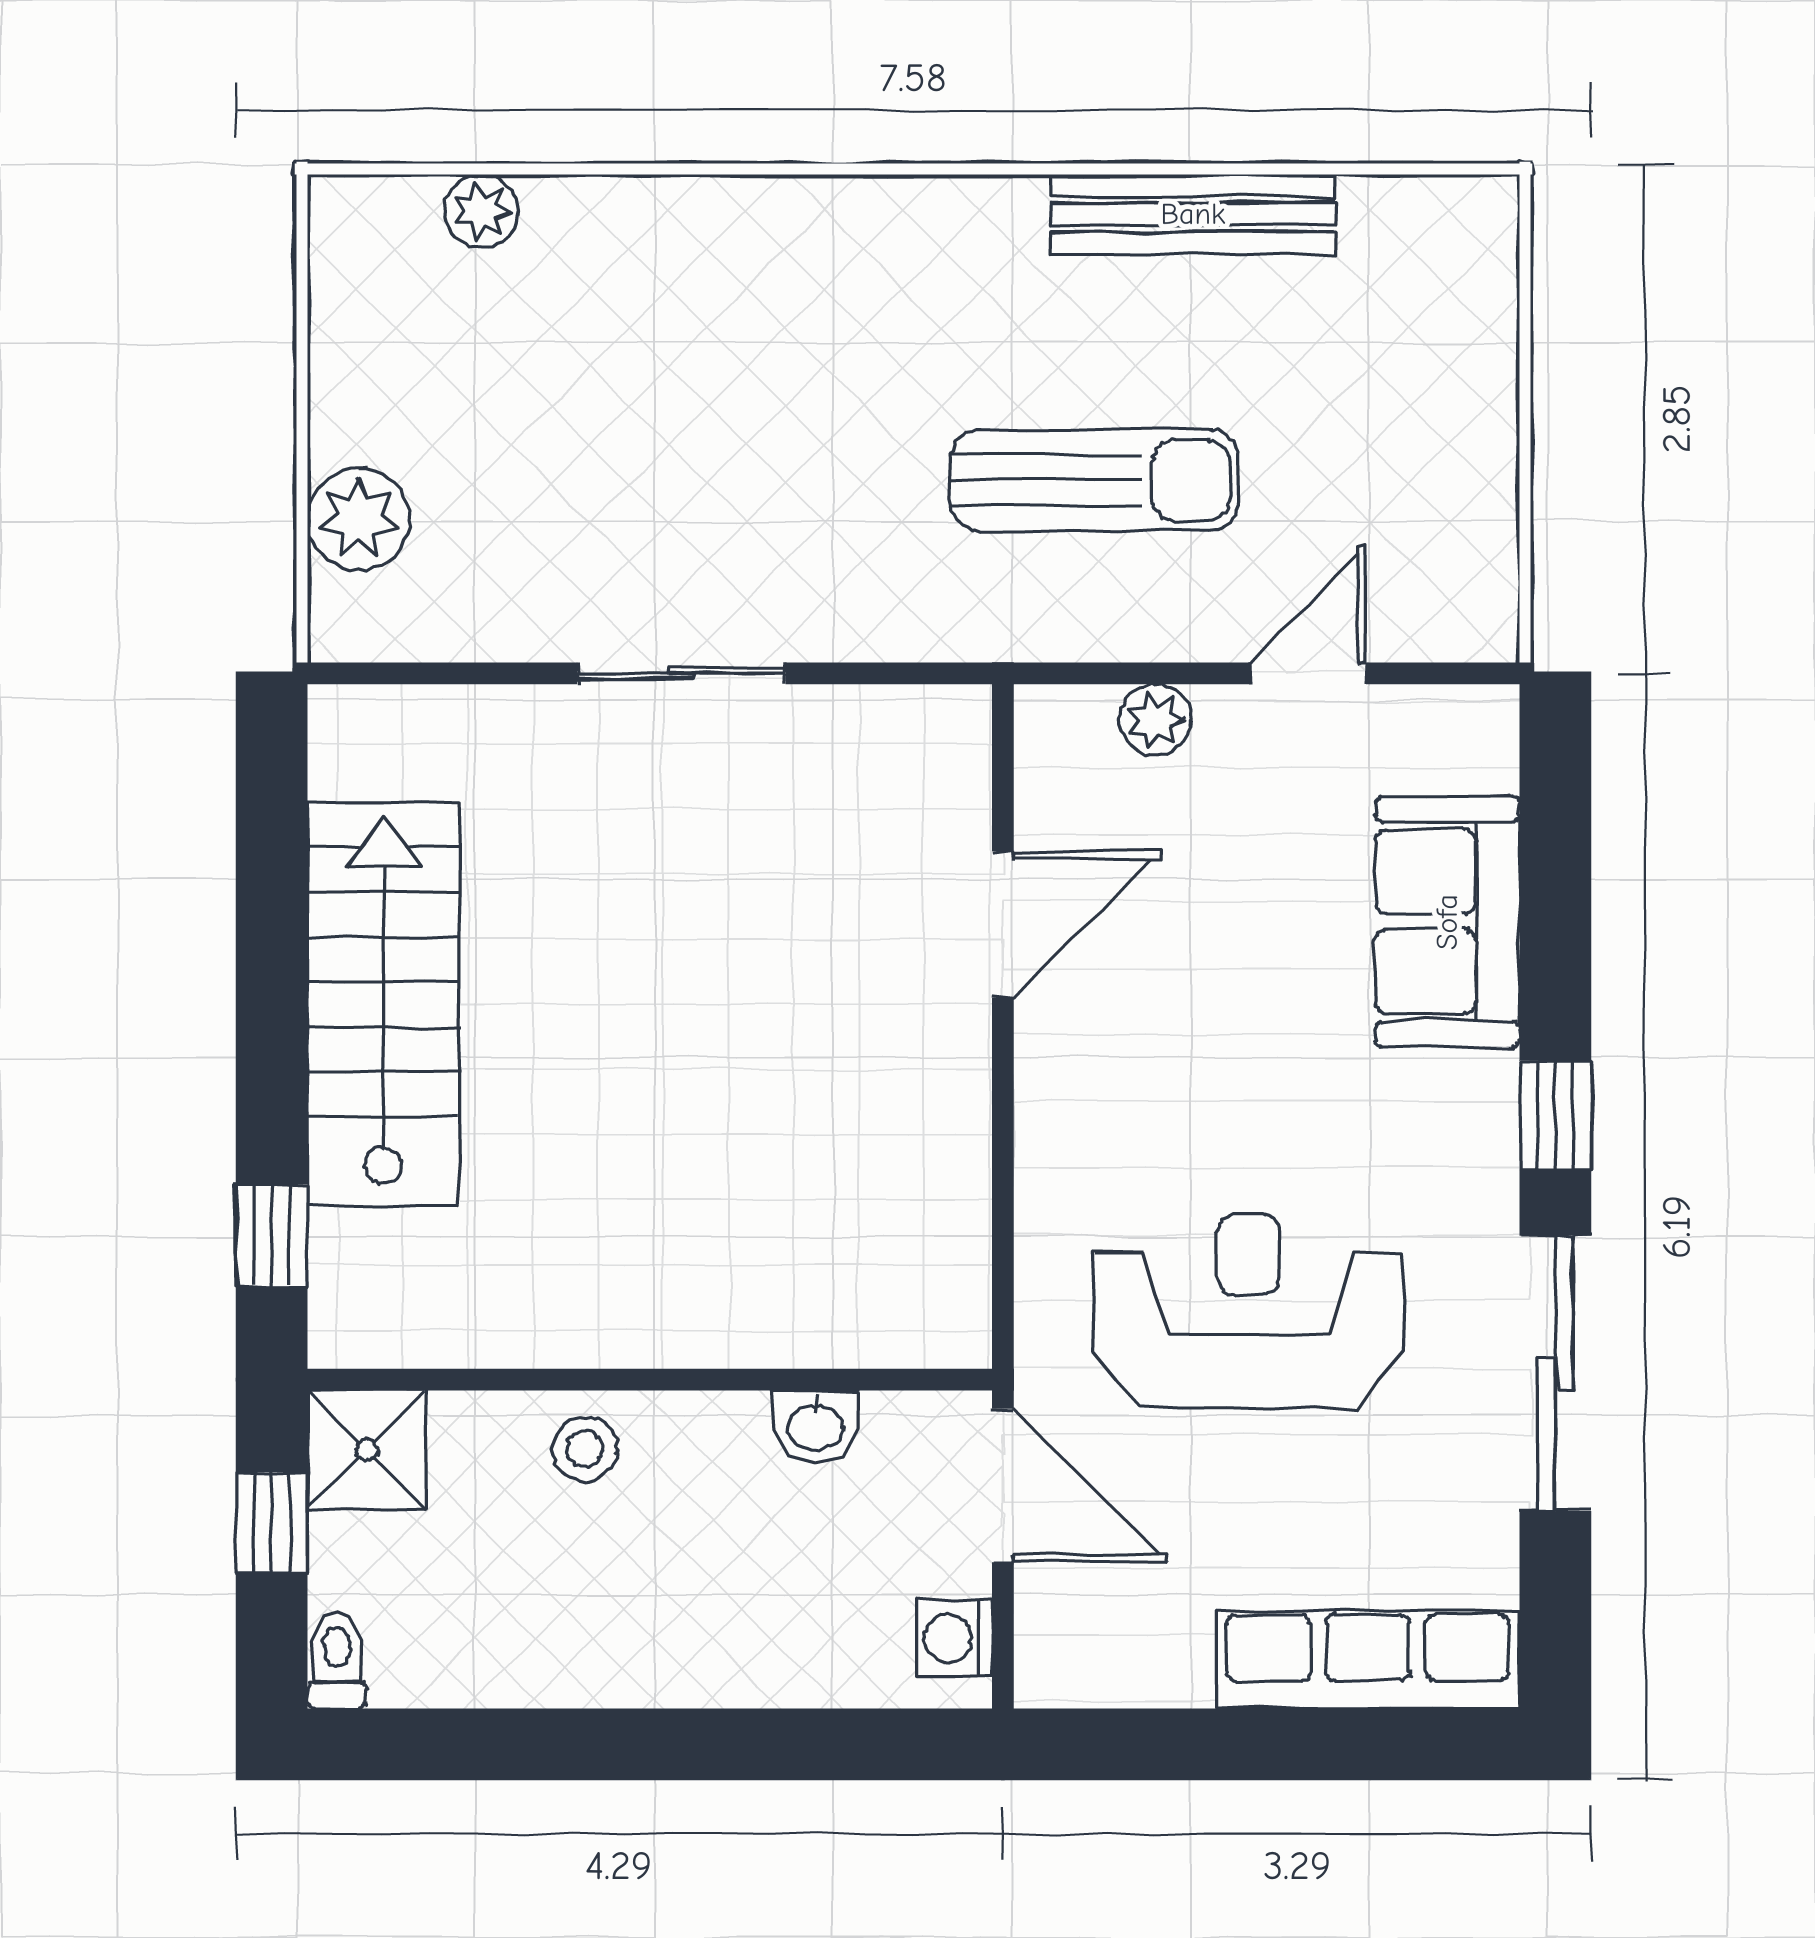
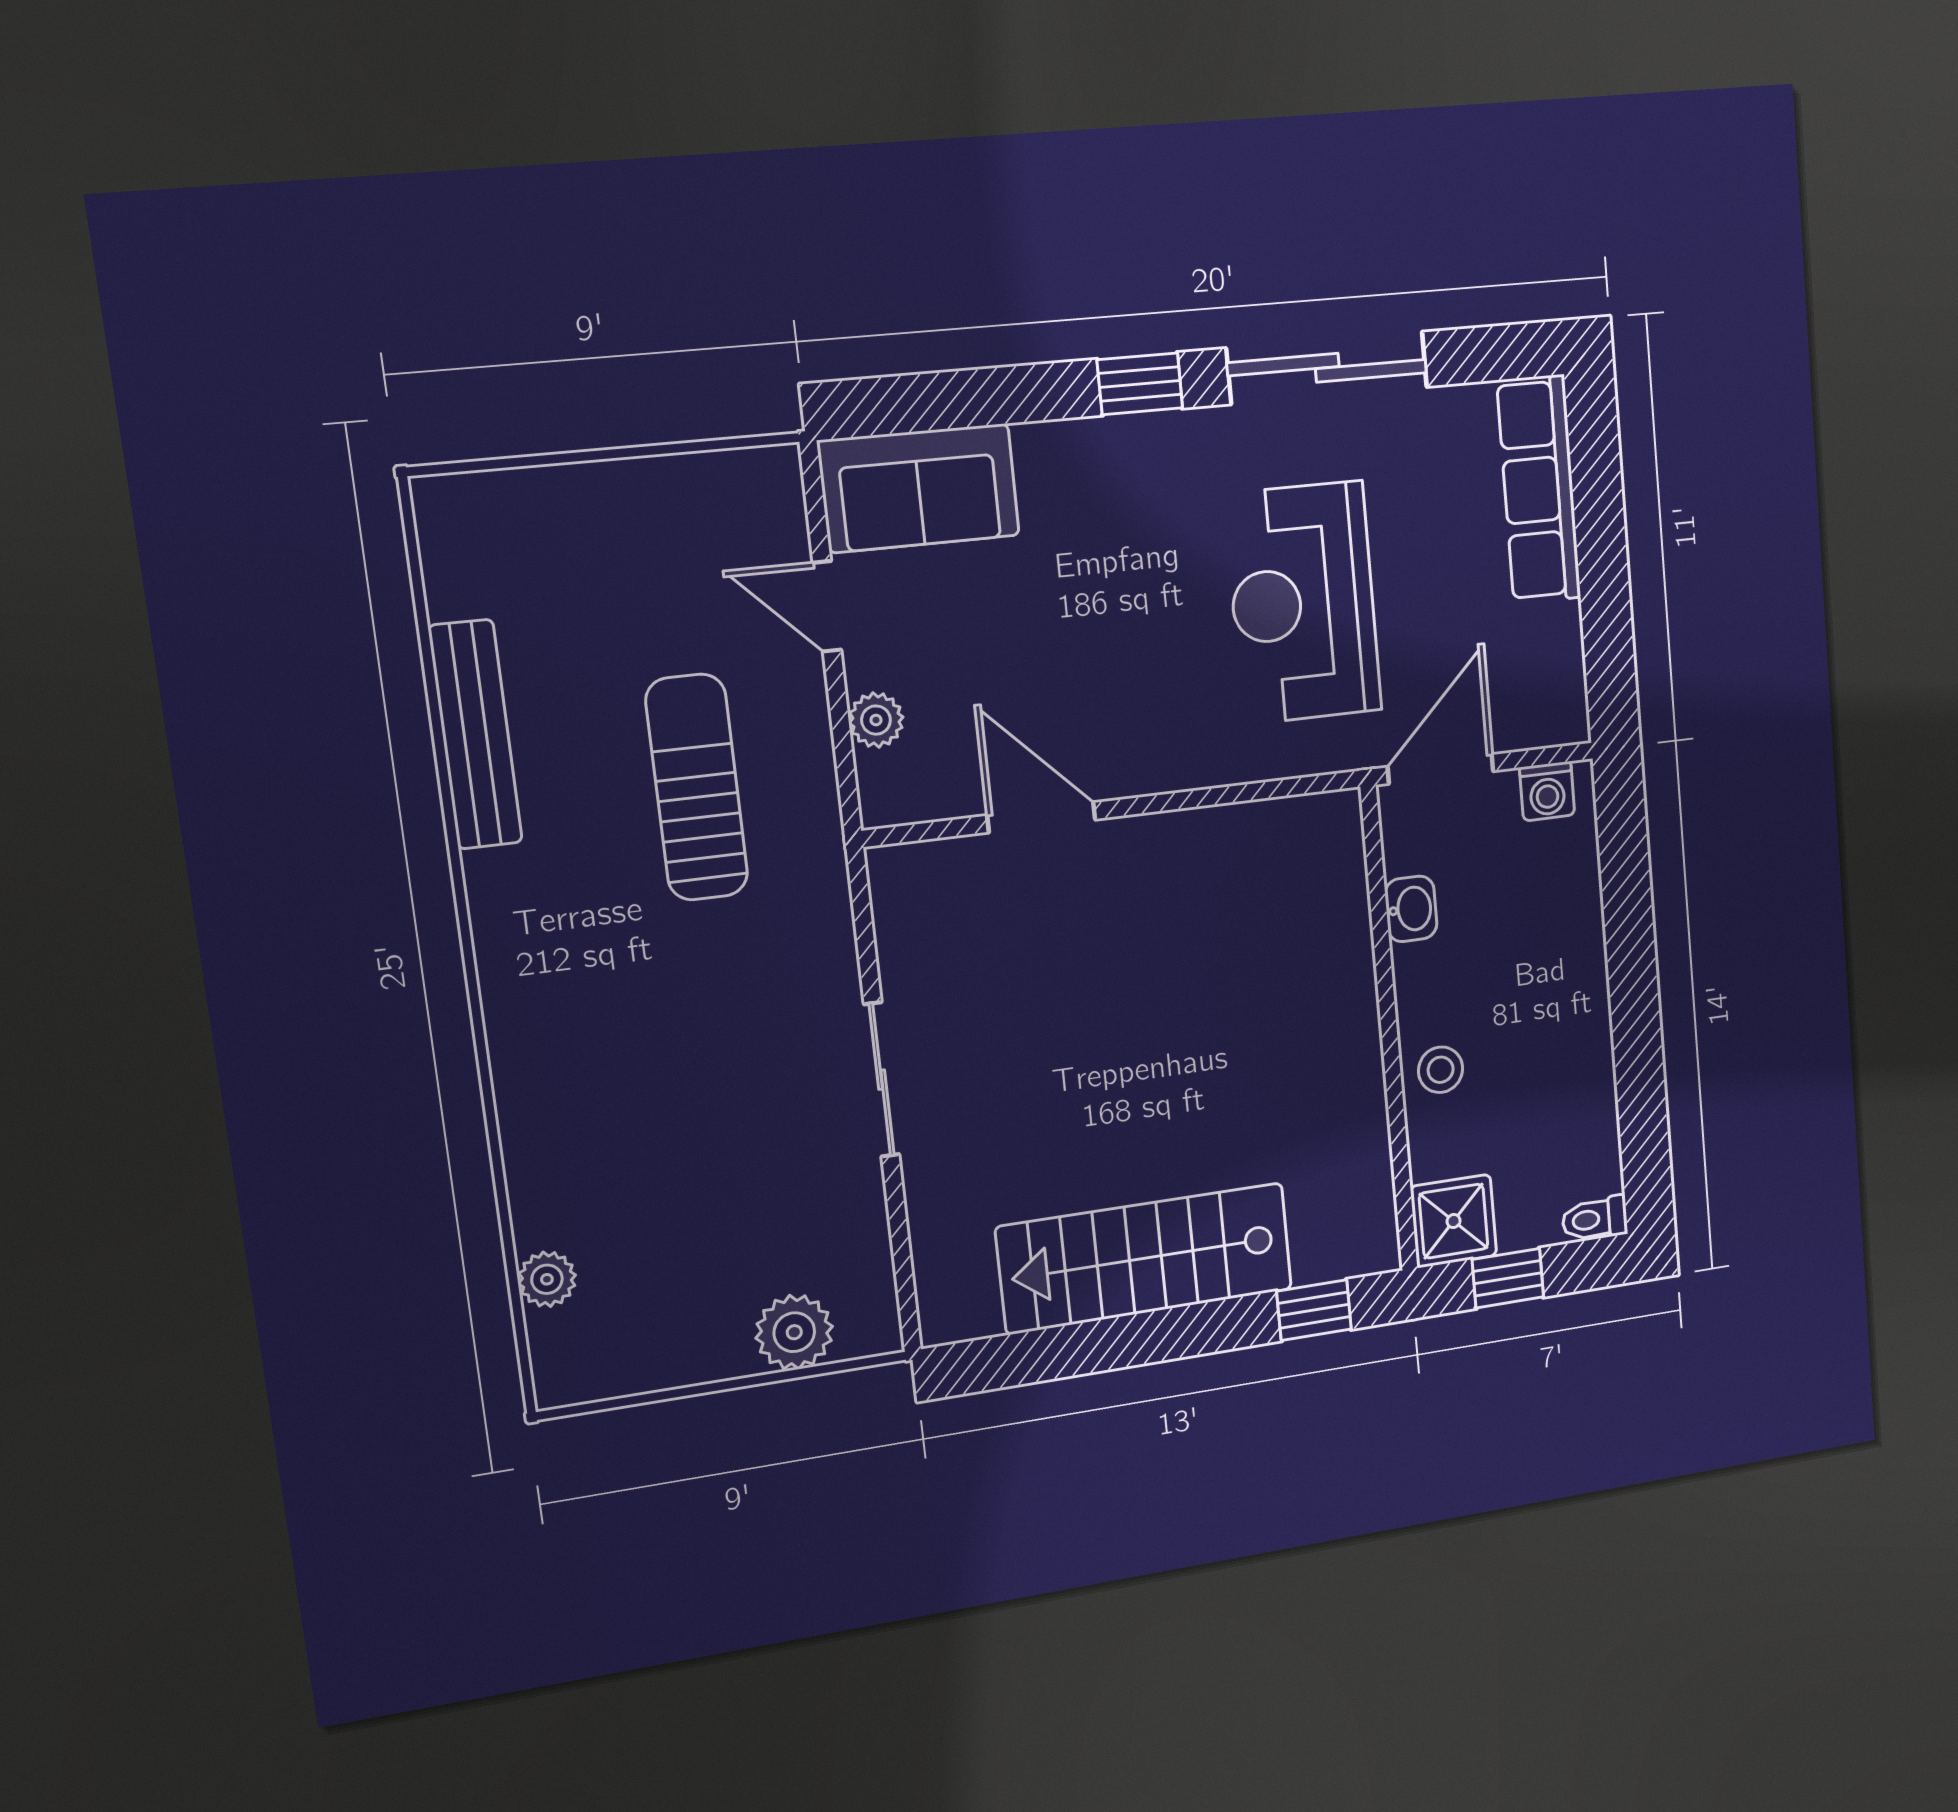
sofa: (1447, 922) -> (919, 488), moved

